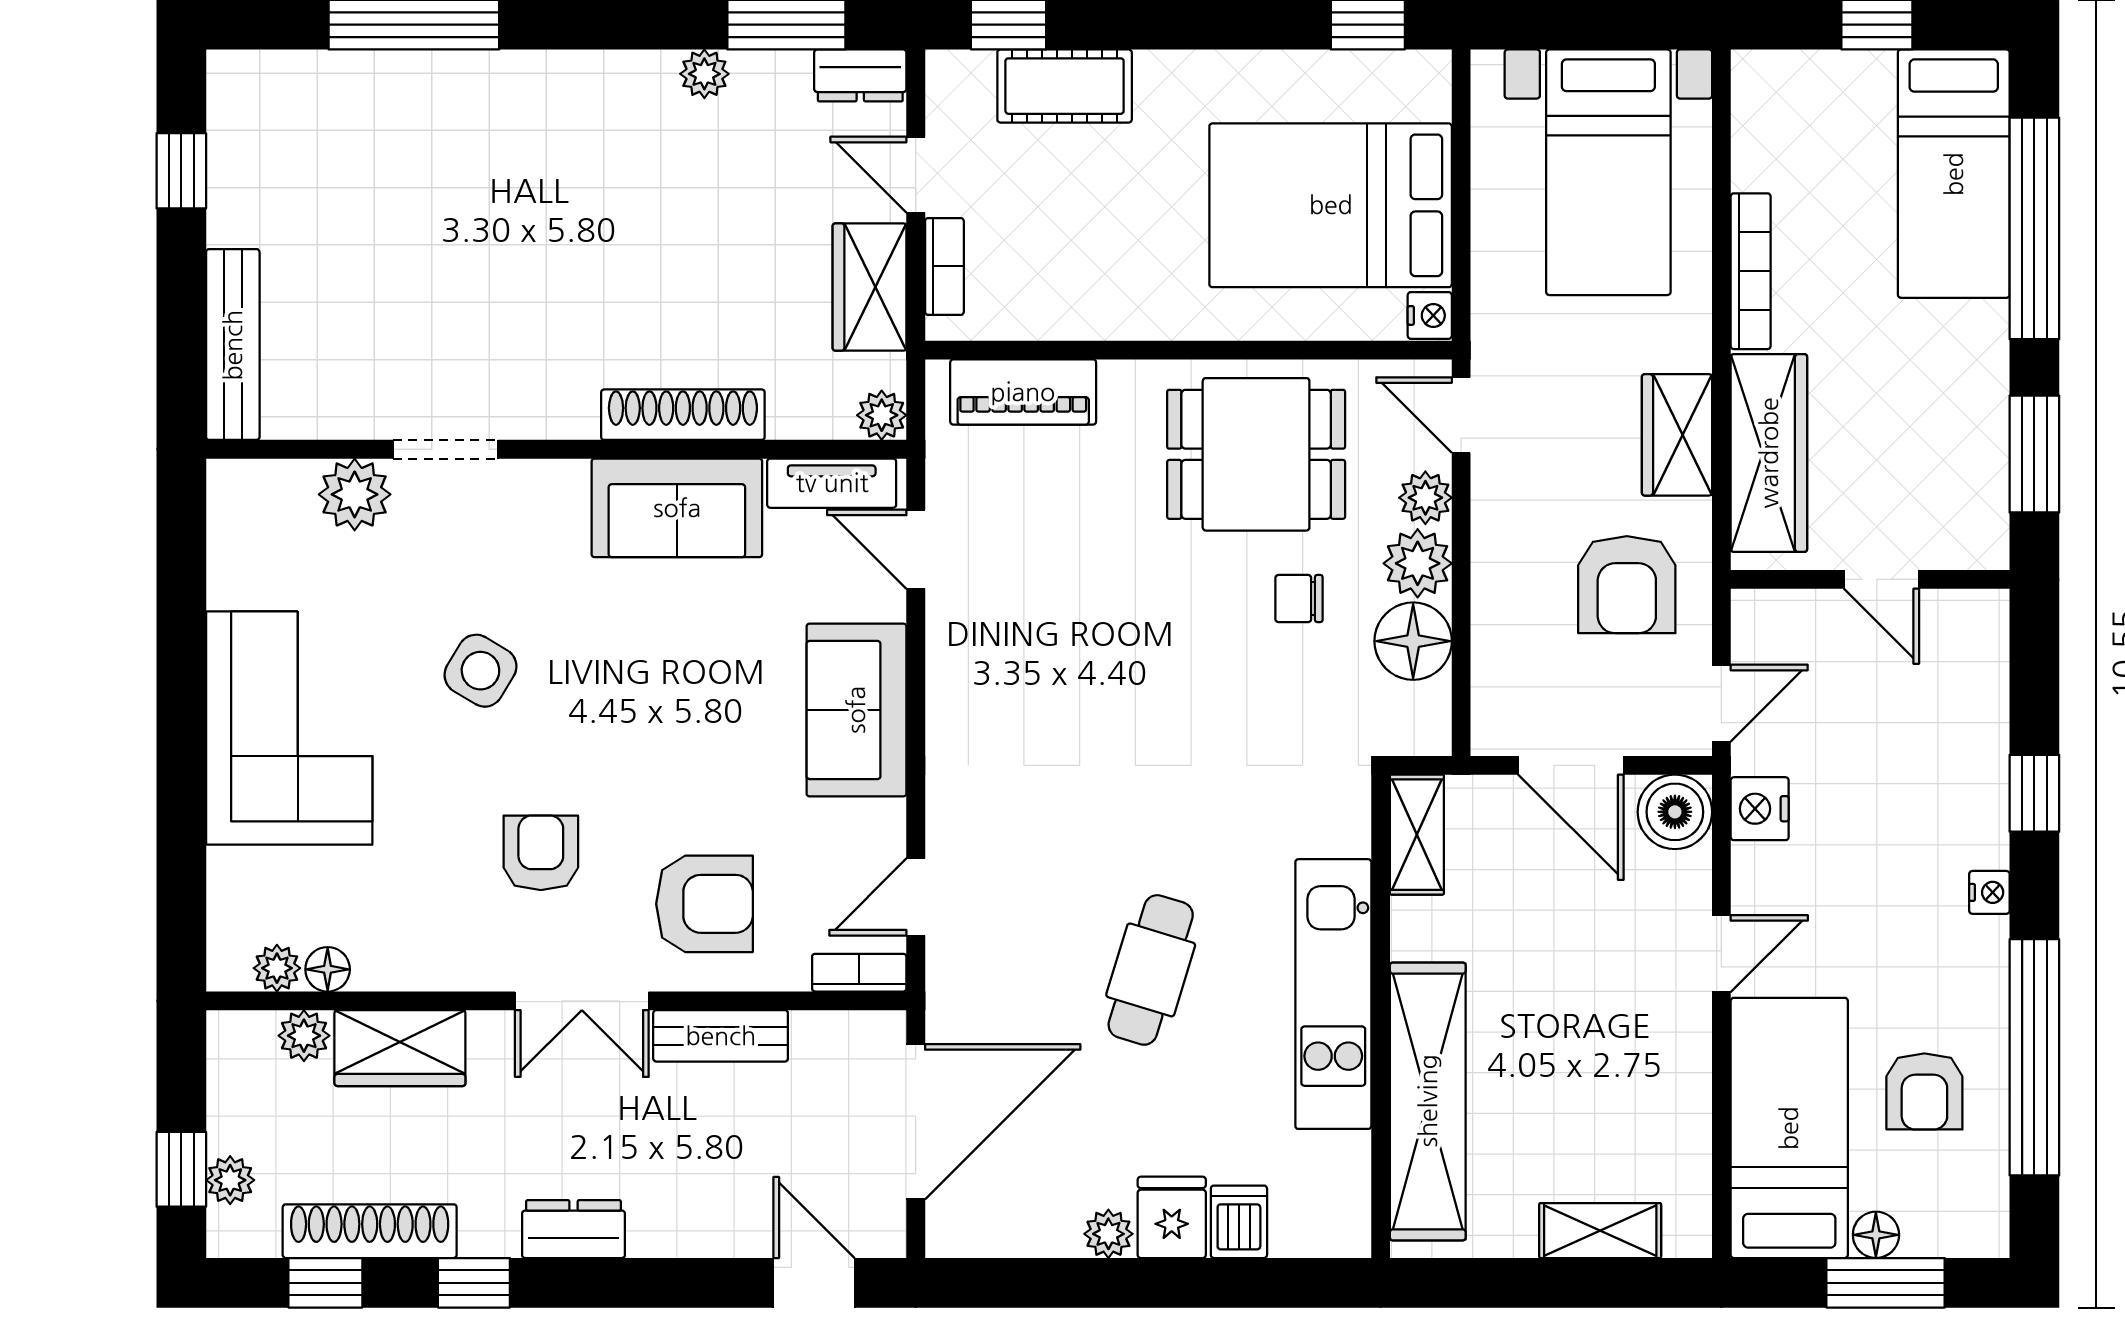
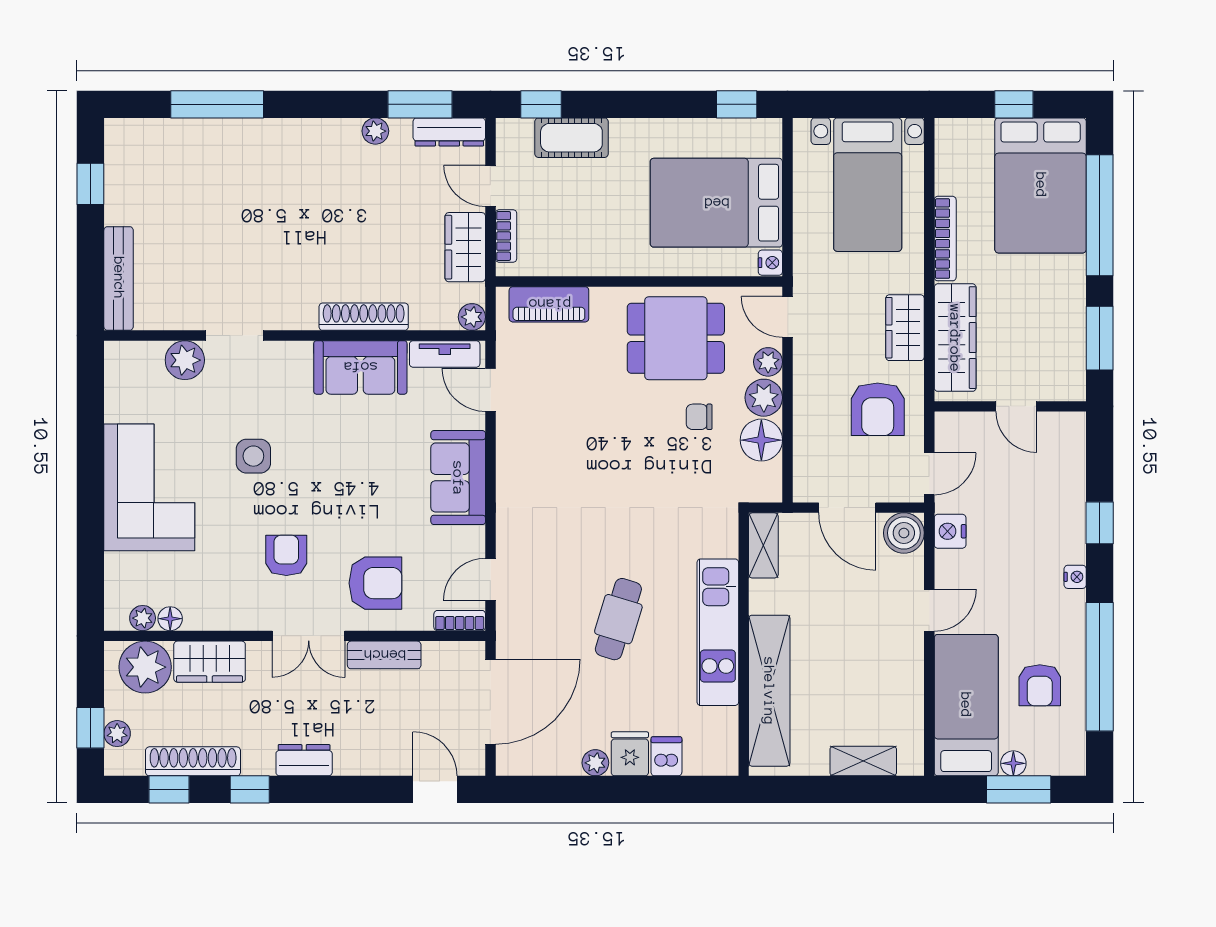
dresser: (860, 75) -> (449, 132), width x1.44
bed: (1954, 174) -> (1041, 185), width x1.50
side table: (480, 671) -> (253, 456), turned -31
plant: (304, 1036) -> (145, 667), width x1.88, depth x1.88

